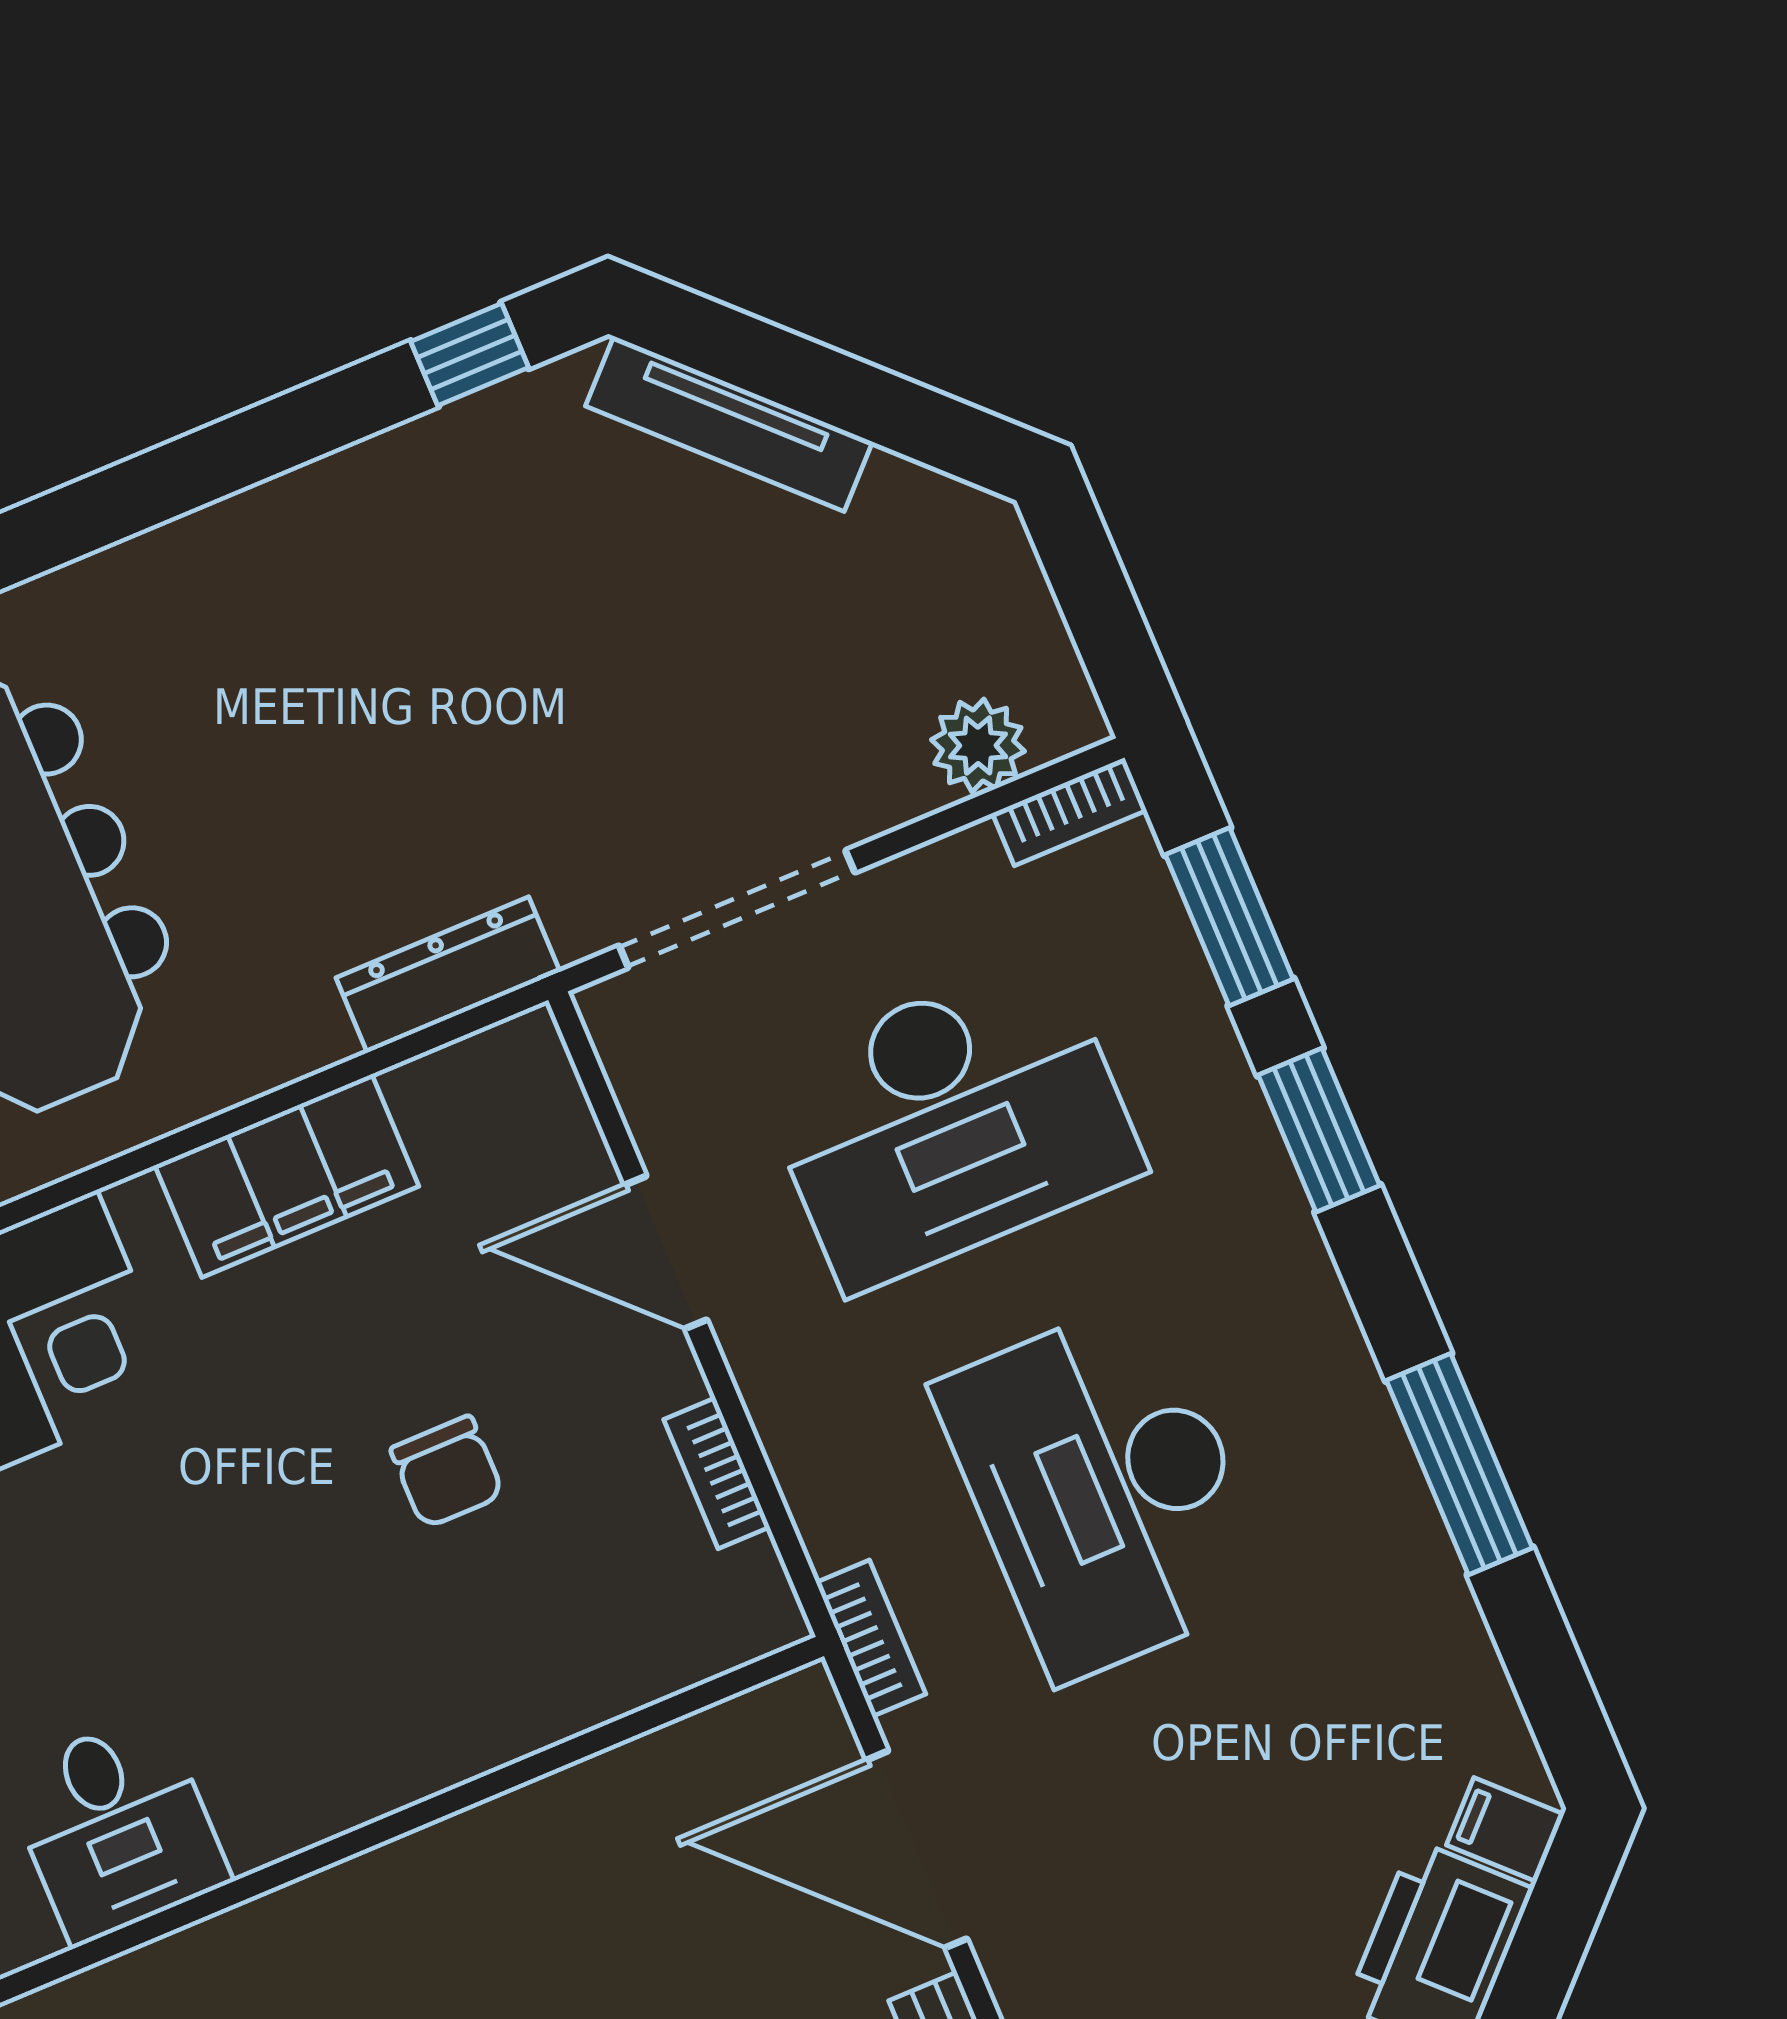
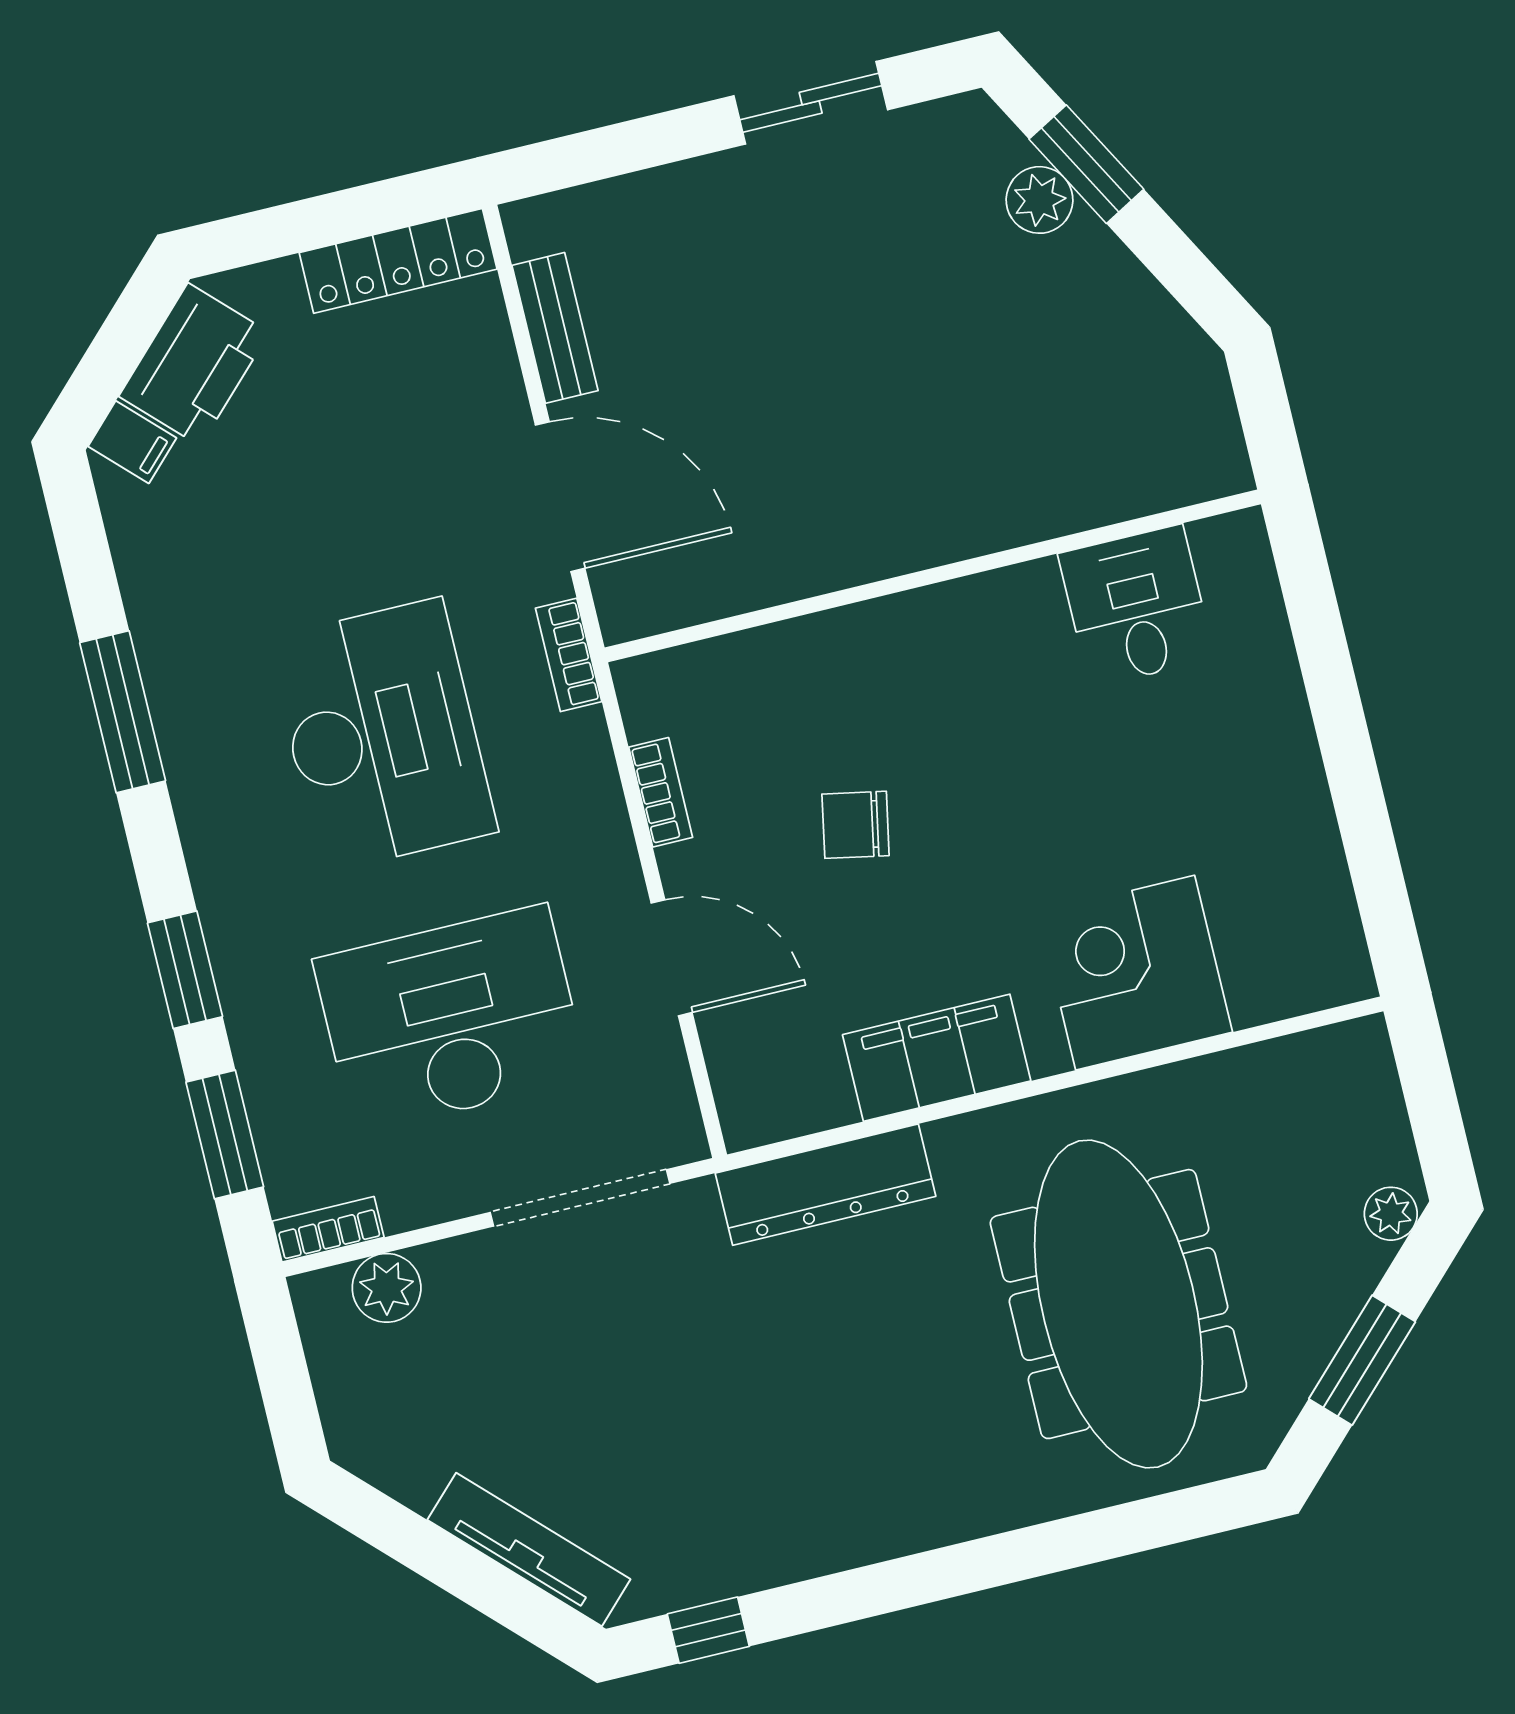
dresser: (448, 975) -> (826, 1185), width x1.37, depth x1.24
chair: (447, 1472) -> (856, 825), turned -79

